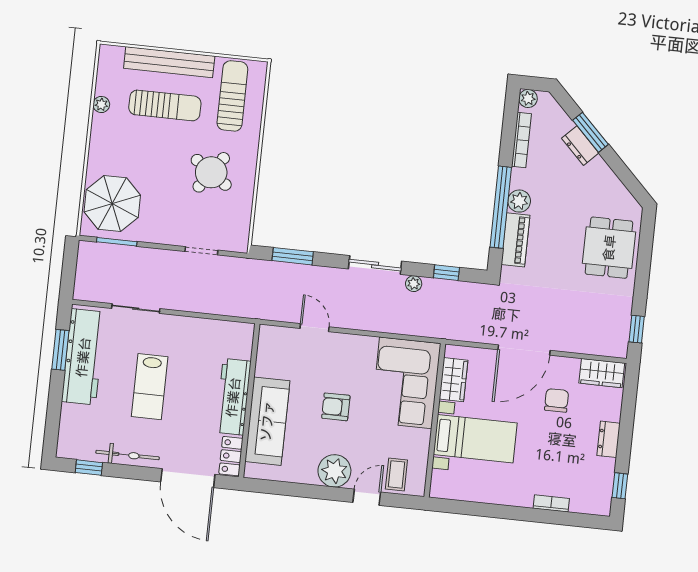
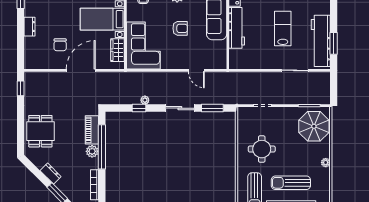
plant: (101, 104) -> (326, 163), moved
dresser: (580, 146) -> (51, 174), moved
round table: (211, 172) -> (262, 149), turned -35
sliding door: (375, 265) -> (180, 108), moved
window: (446, 273) -> (139, 108), moved
wardrobe: (602, 373) -> (37, 62), removed

